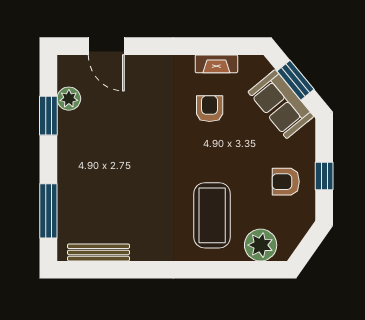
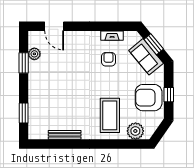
armchair: (286, 182) -> (149, 98), width x1.88, depth x1.88
window: (48, 211) -> (24, 113), width x0.69
bench: (99, 252) -> (65, 135), moved

